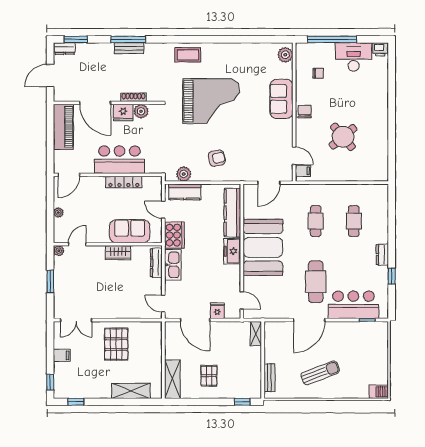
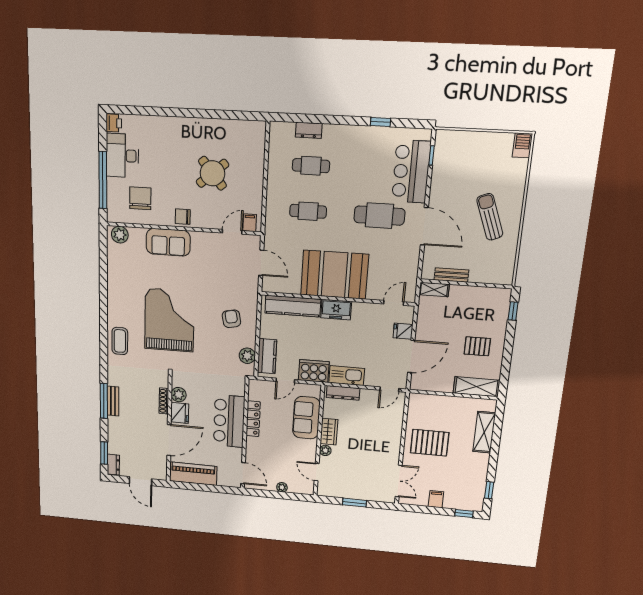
chair: (318, 73) -> (140, 198), width x1.87, depth x1.87
plant: (59, 251) -> (325, 450), moved
dresser: (382, 255) -> (309, 130), moved
bench: (269, 378) -> (451, 275), moved

